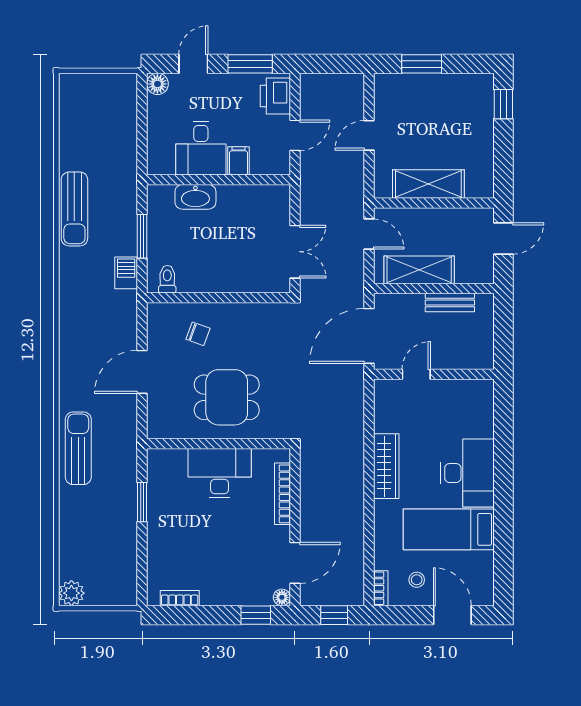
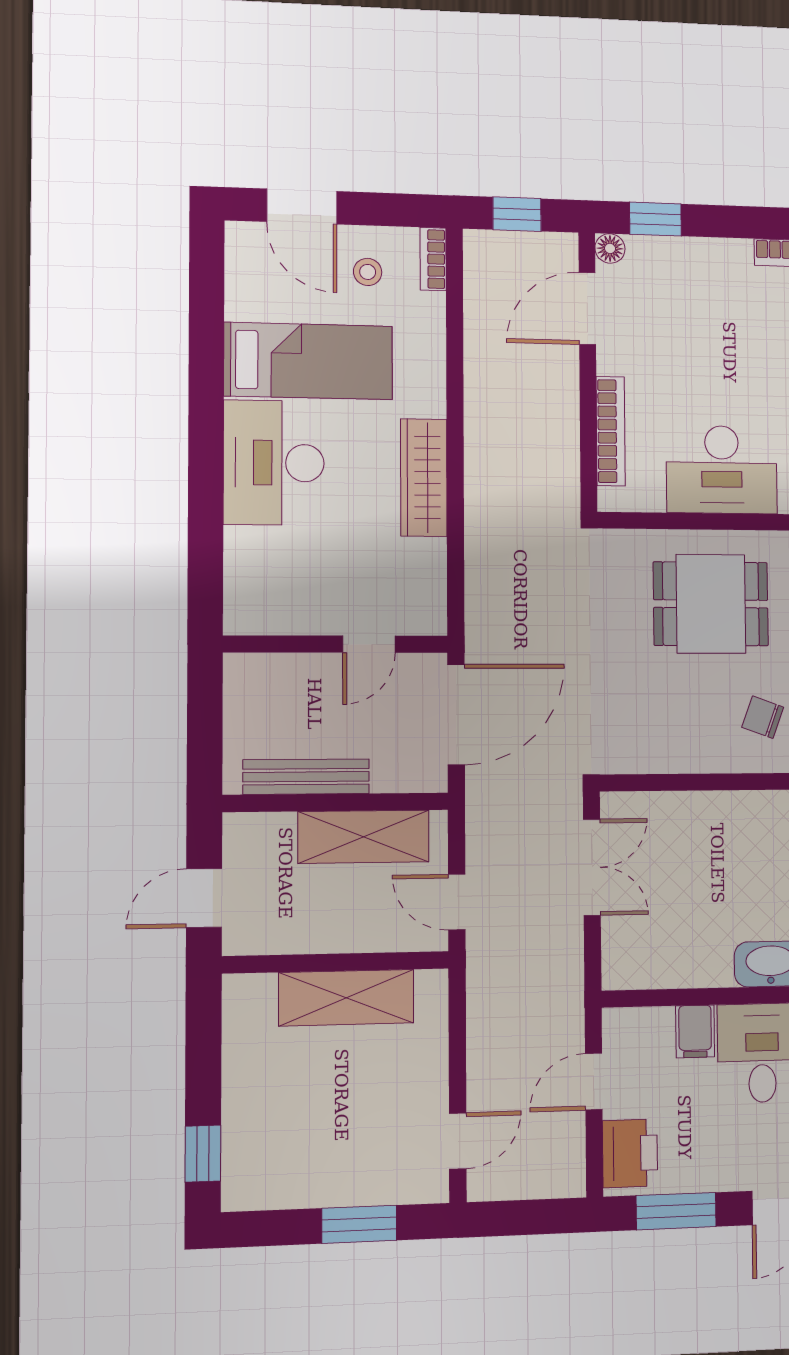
door: (369, 135) -> (458, 1141), moved
double door: (295, 252) -> (592, 867), swing flipped
bench: (450, 303) -> (306, 777), width x1.36

